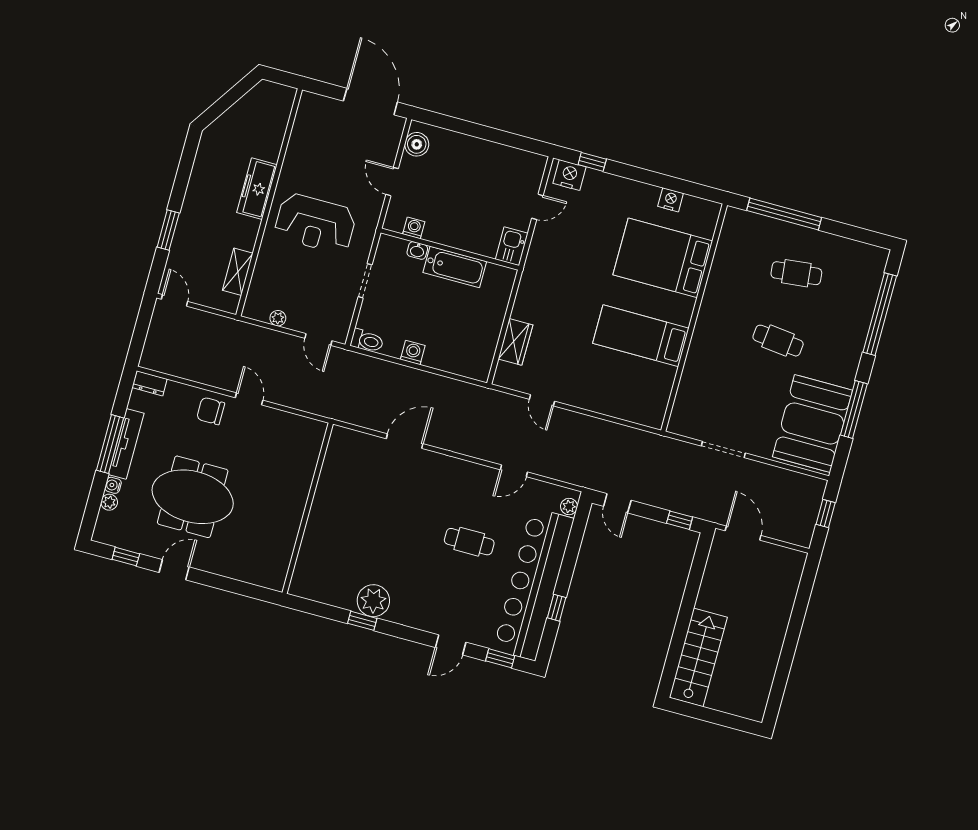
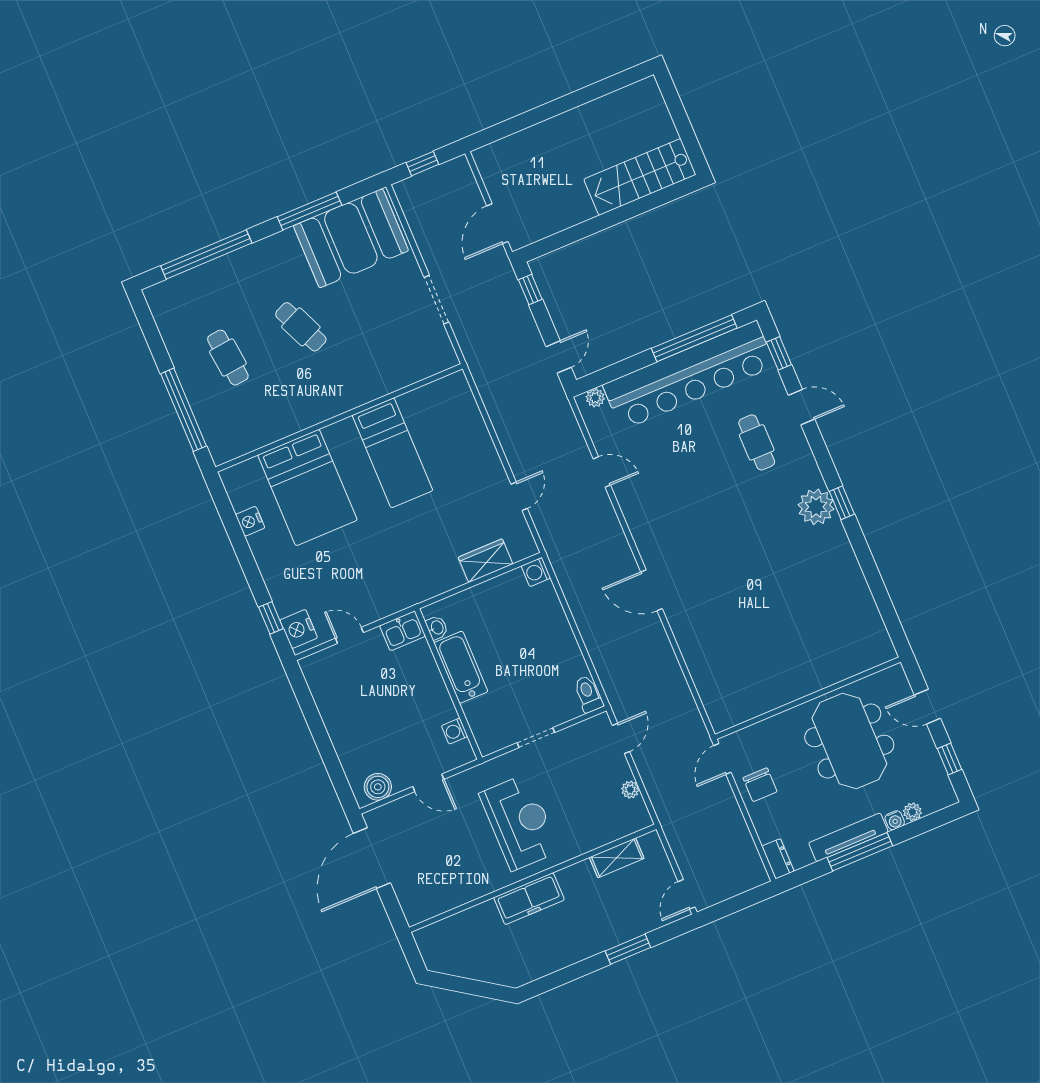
door: (392, 182) -> (428, 783), hinge flipped
washbasin: (417, 251) -> (437, 628), moved
cafe table: (778, 341) -> (301, 327), turned -30
washing machine: (413, 352) -> (536, 572), moved
wall: (308, 508) -> (808, 698), moved
cafe table: (469, 542) -> (757, 442), moved
window: (557, 608) -> (694, 338), width x3.17

